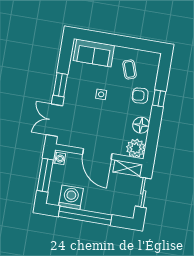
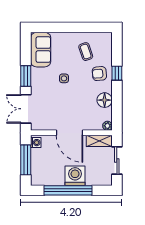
sofa: (94, 53) -> (41, 50), moved, turned -90
plant: (136, 148) -> (107, 126), width x0.53, depth x0.53
washing machine: (71, 197) -> (75, 176), moved

